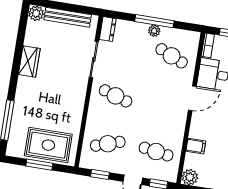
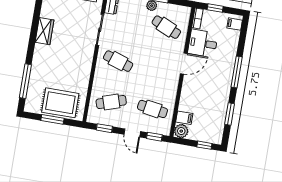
filing cabinet: (196, 146) -> (184, 118), moved

